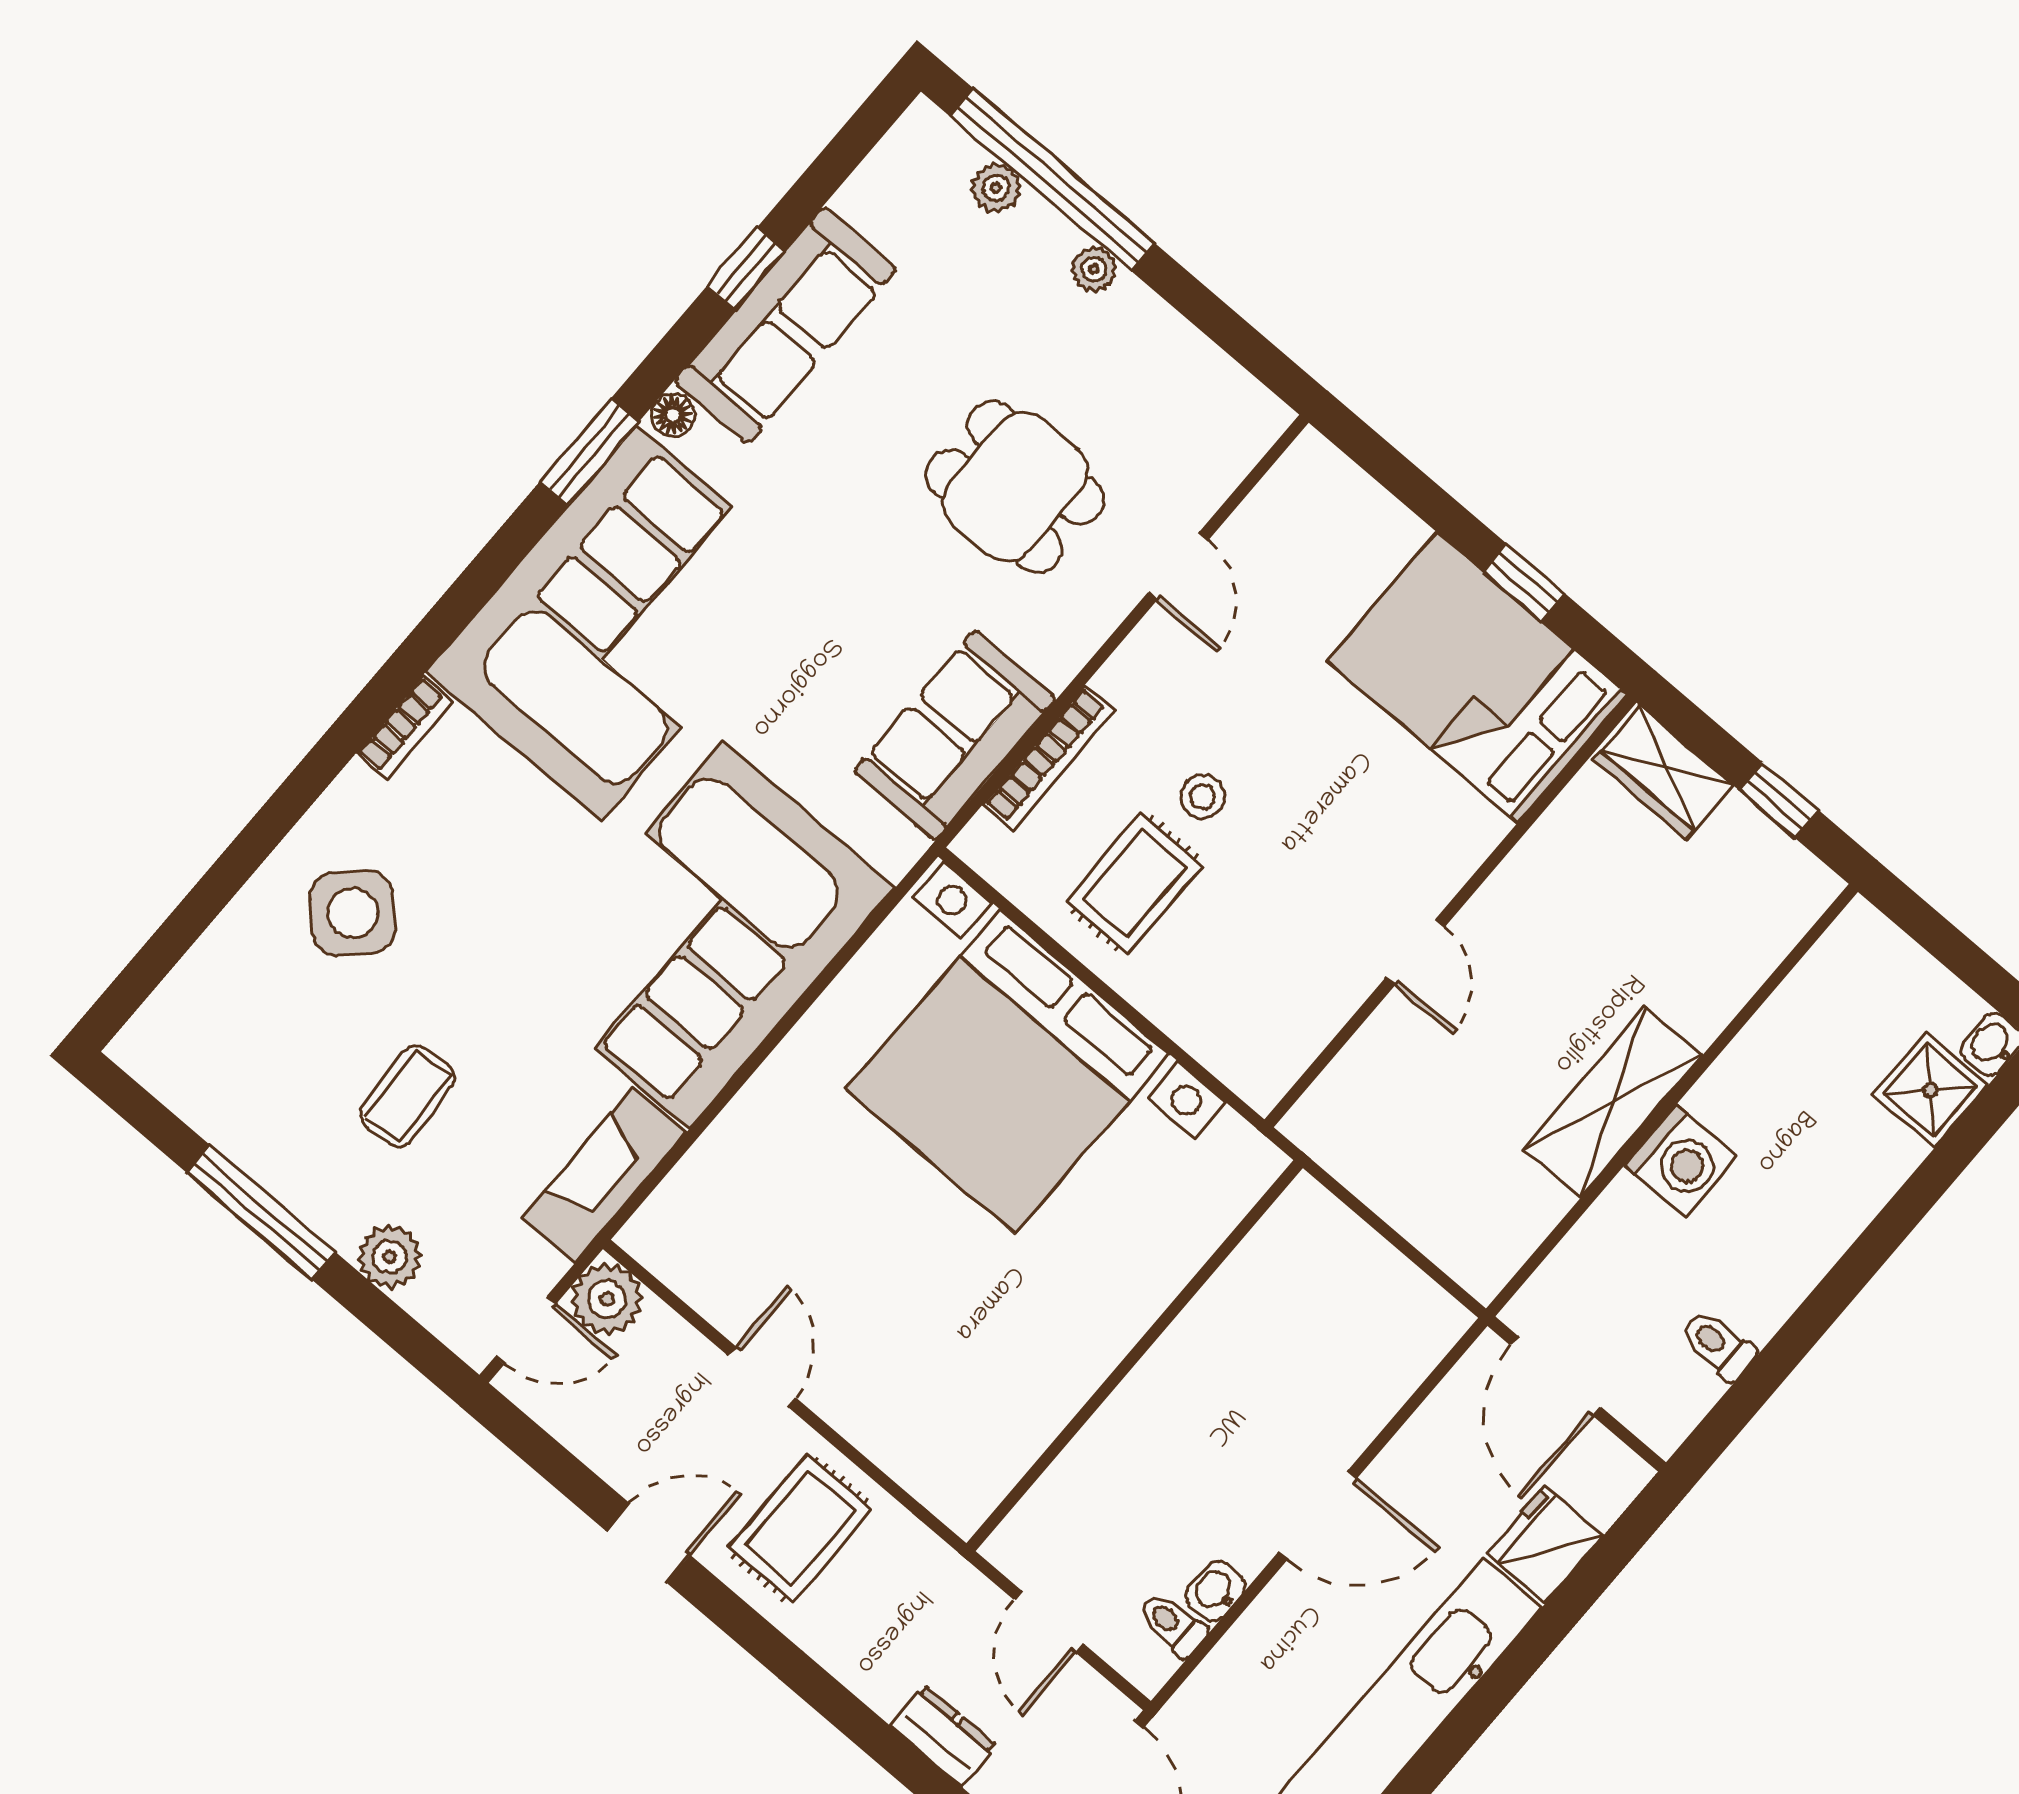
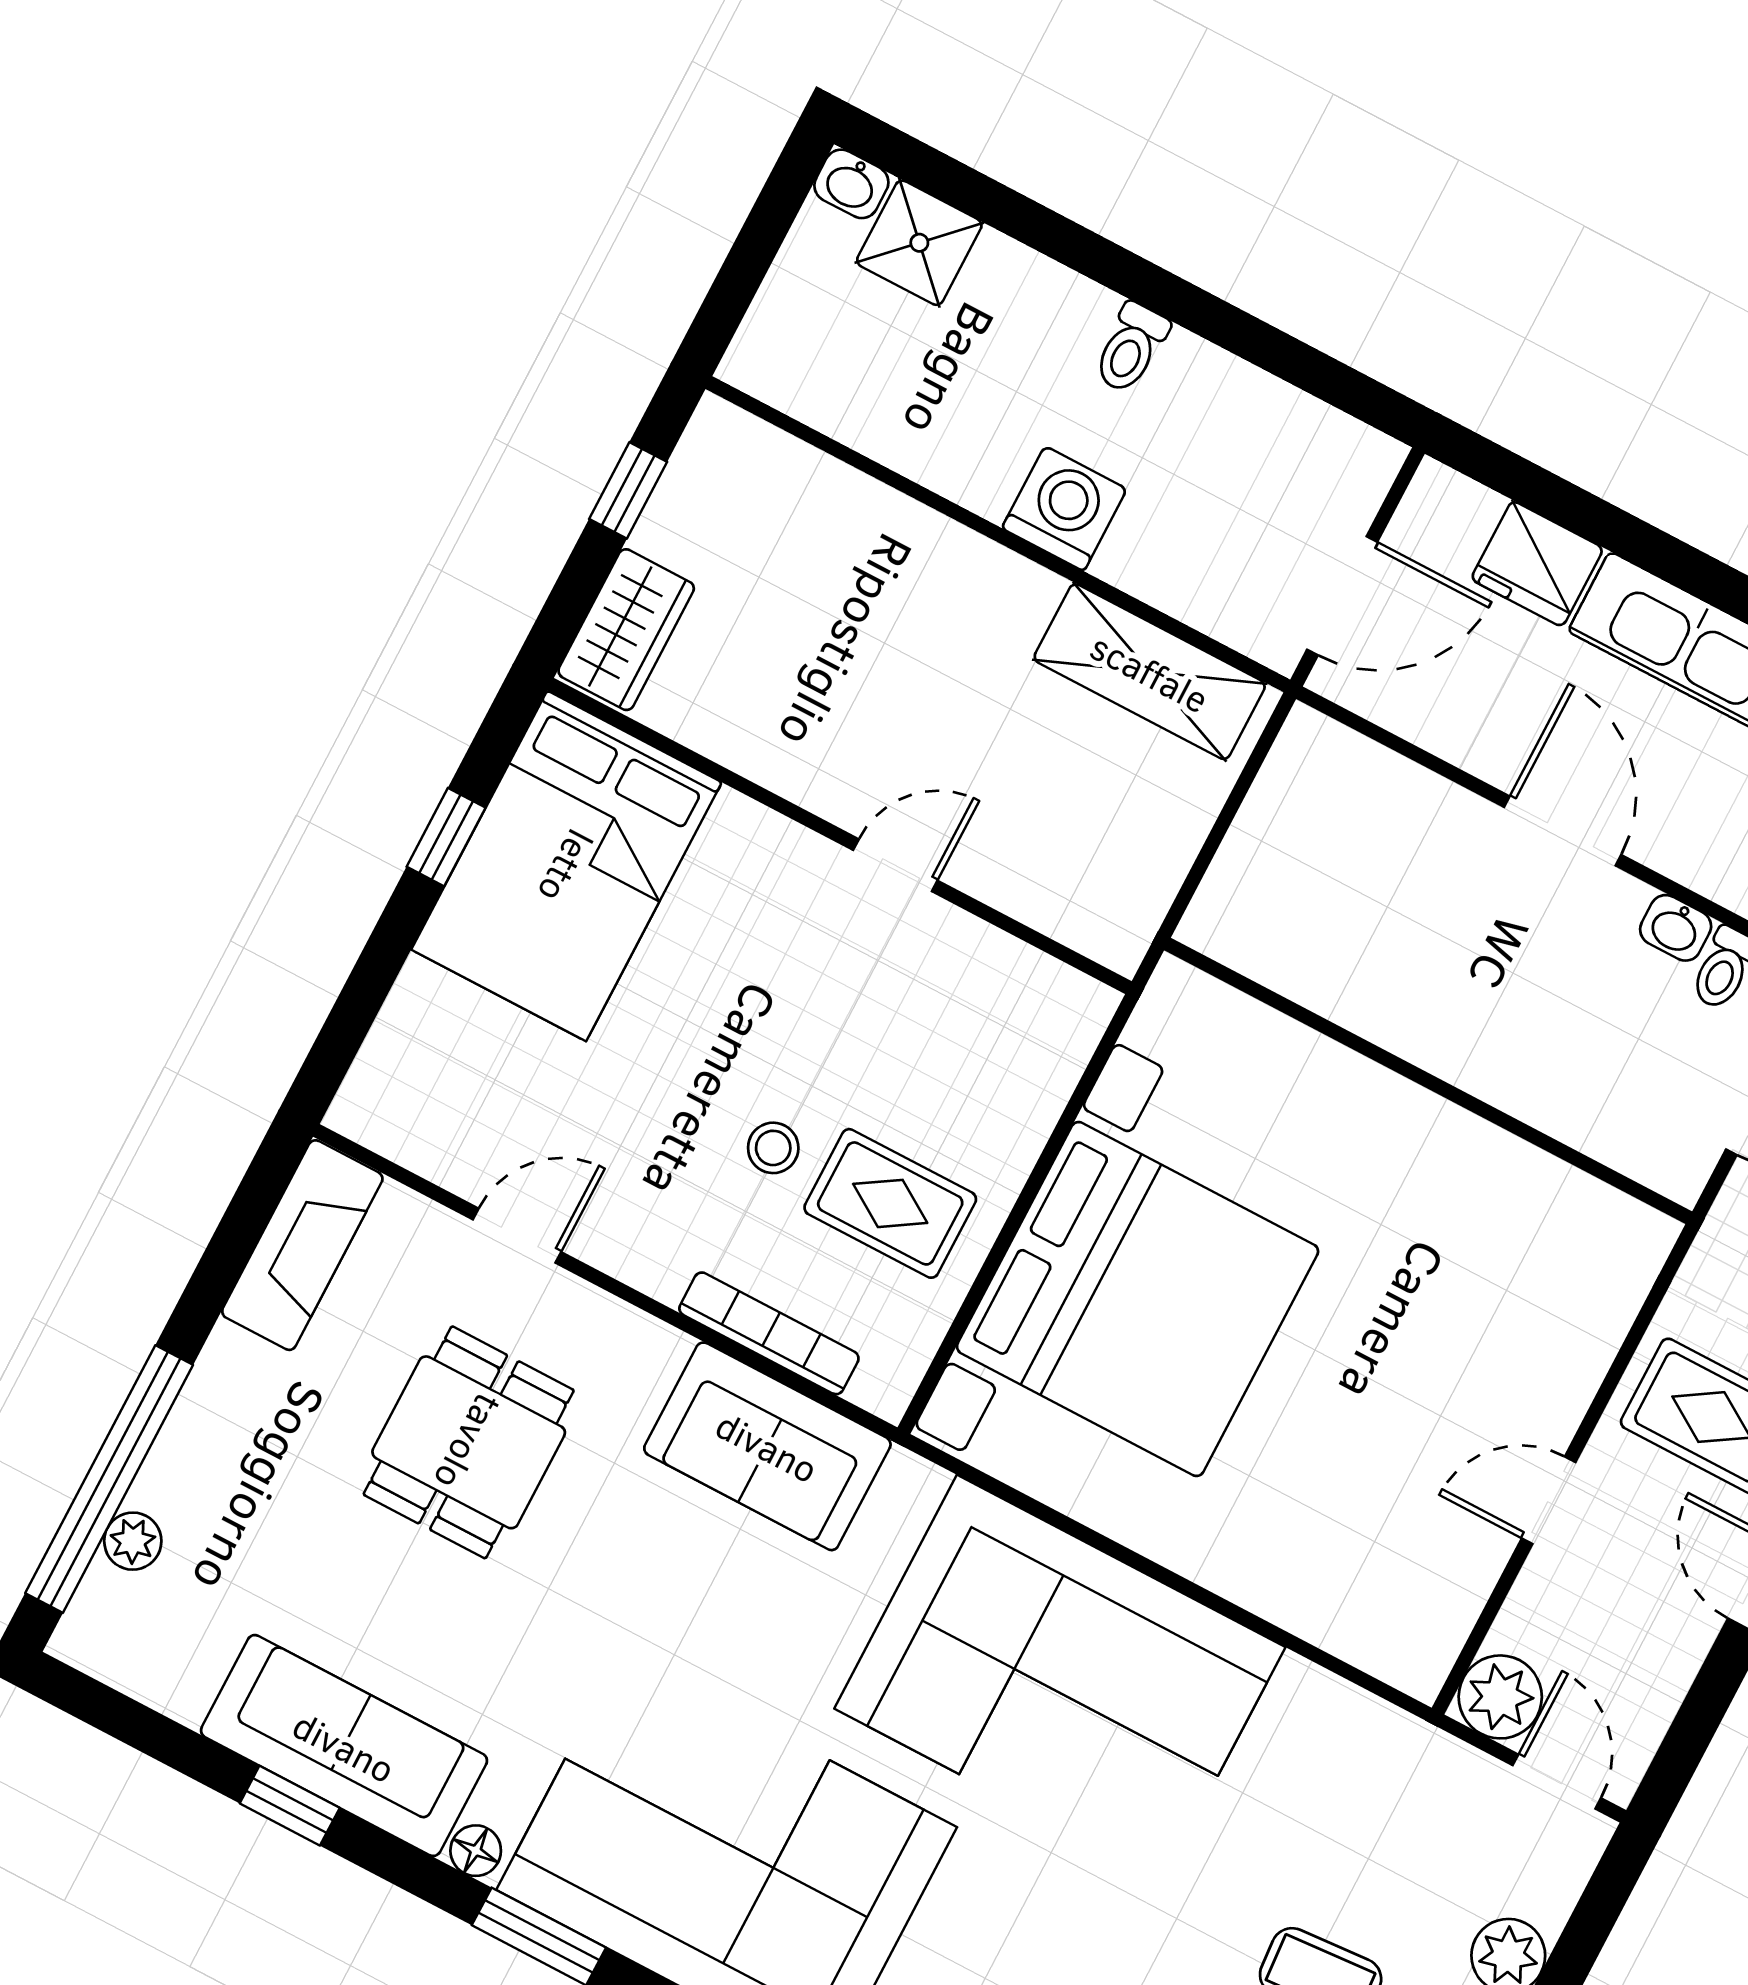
plant: (1094, 269) -> (200, 1409), removed
shelving: (1613, 1102) -> (1150, 672), moved
fireplace: (604, 1175) -> (302, 1245), moved, turned -90
toilet: (1718, 1345) -> (1131, 348), moved

